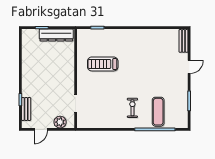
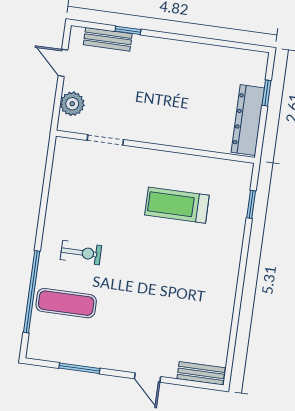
treadmill: (103, 64) -> (177, 205), turned -90

